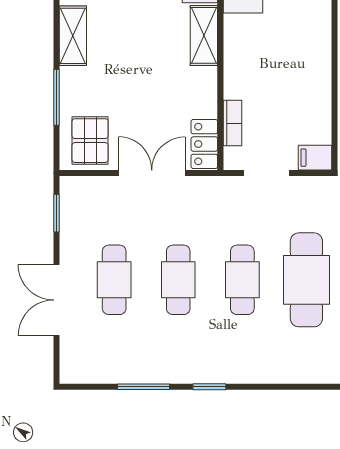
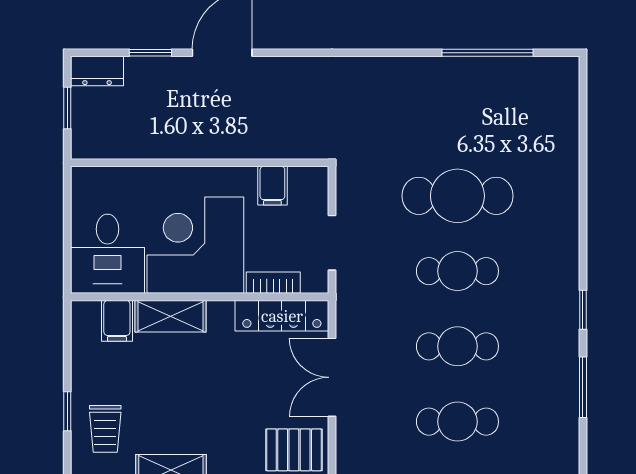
corner desk: (264, 57) -> (195, 245), added
locker: (204, 144) -> (282, 316), width x1.53
filing cabinet: (315, 158) -> (272, 186), moved

